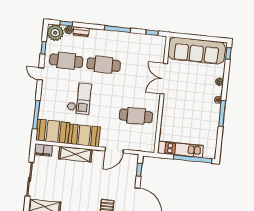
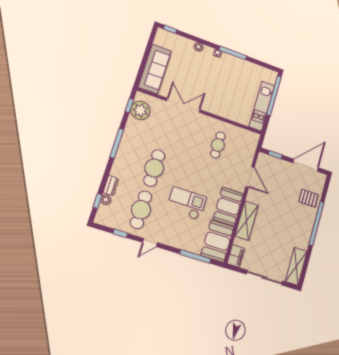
plant: (55, 33) -> (140, 110), moved
sofa: (197, 51) -> (155, 69), width x0.74, depth x0.79
double door: (164, 79) -> (183, 105), swing flipped
cafe table: (136, 116) -> (218, 145), width x0.73, depth x0.74

